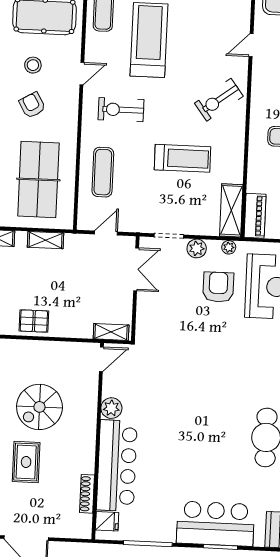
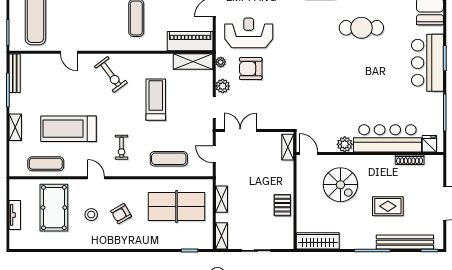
exercise bike: (121, 110) -> (122, 147), width x0.73, depth x0.72
piano: (255, 216) -> (190, 41), width x1.37, depth x1.33
spiral stairs: (39, 407) -> (340, 185), moved

